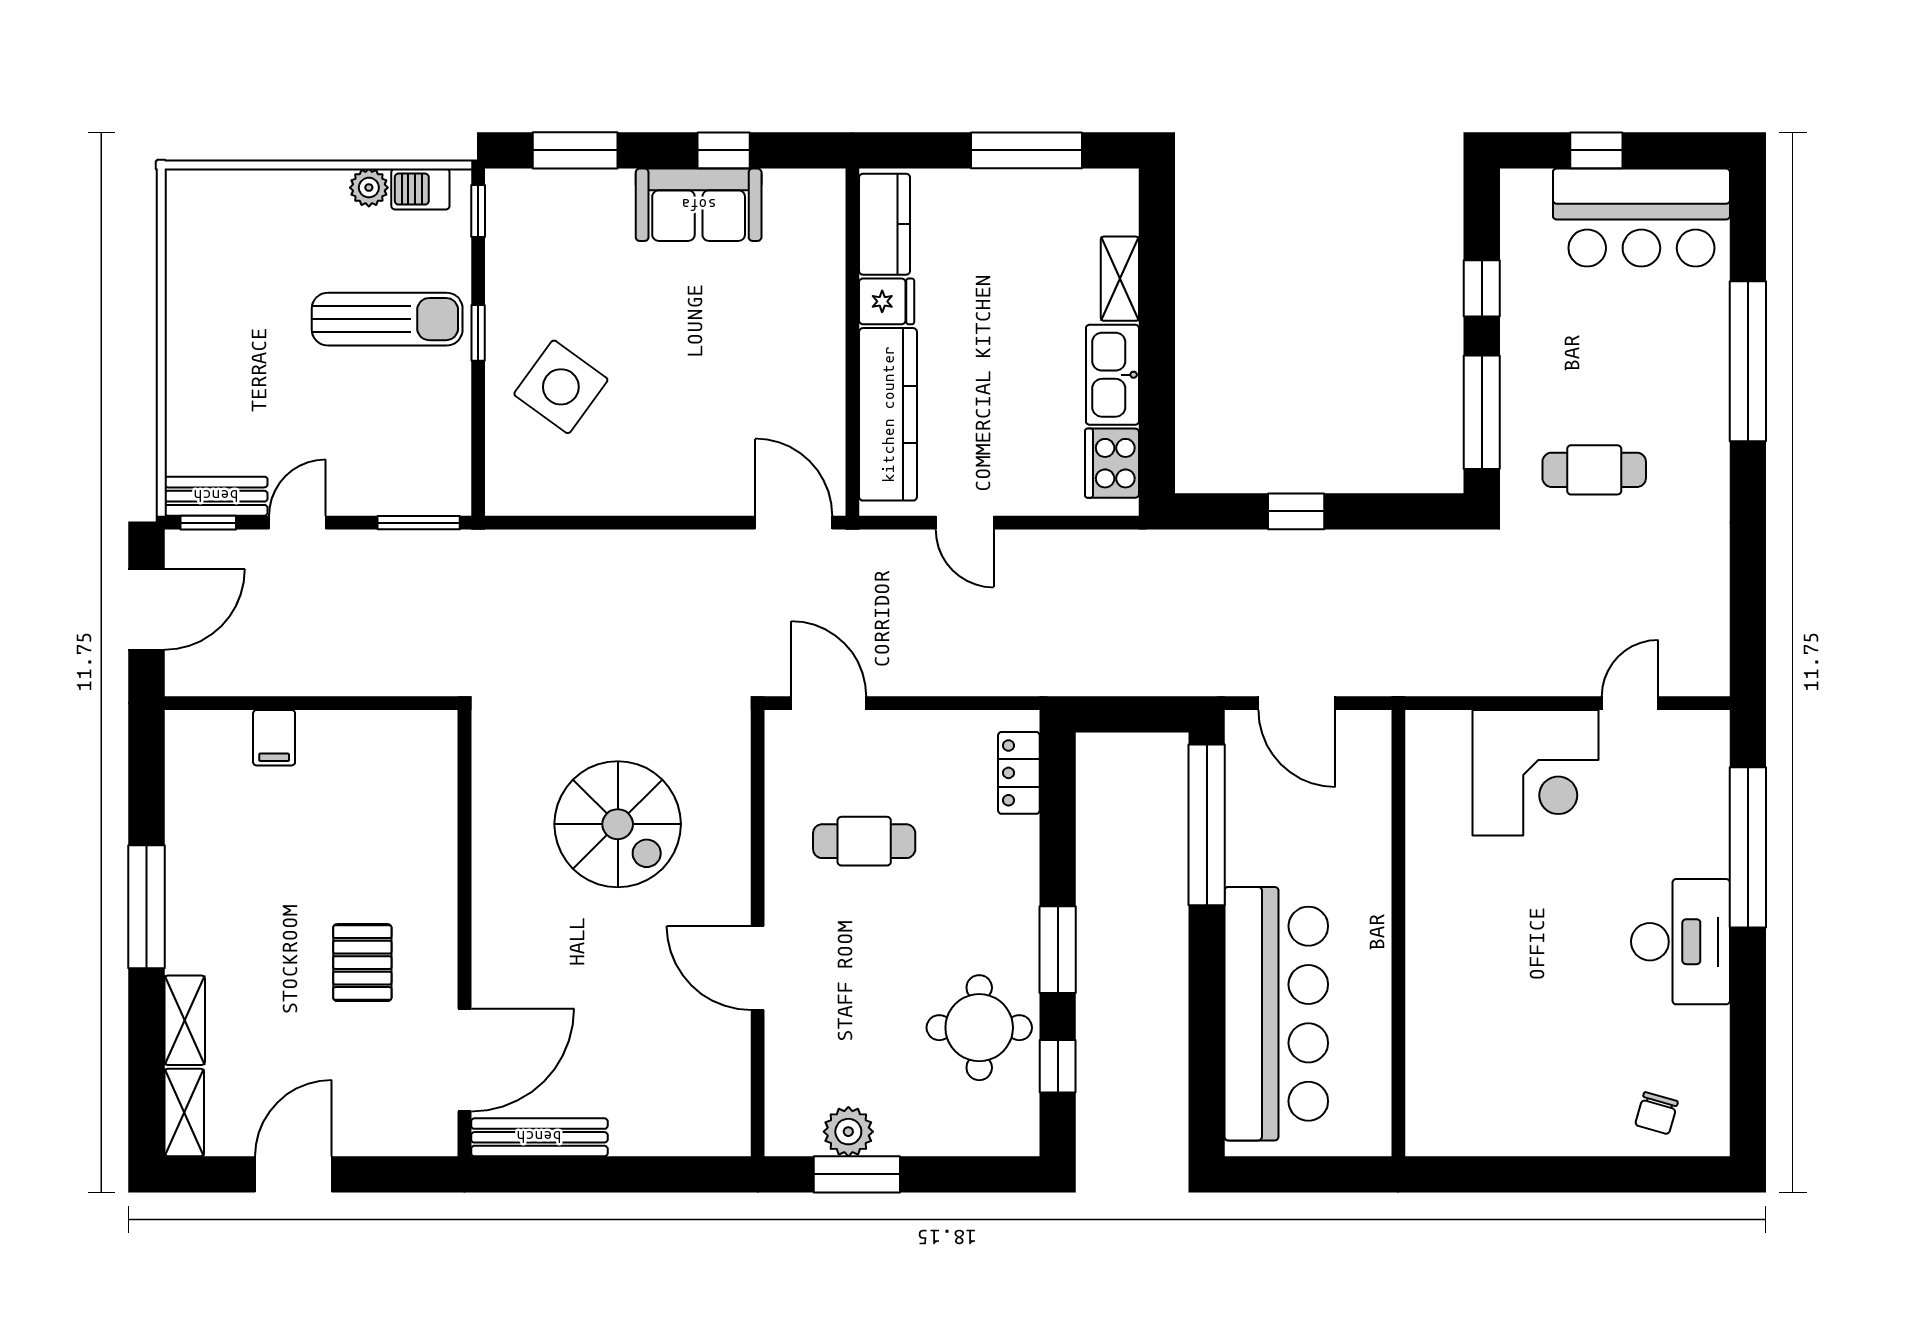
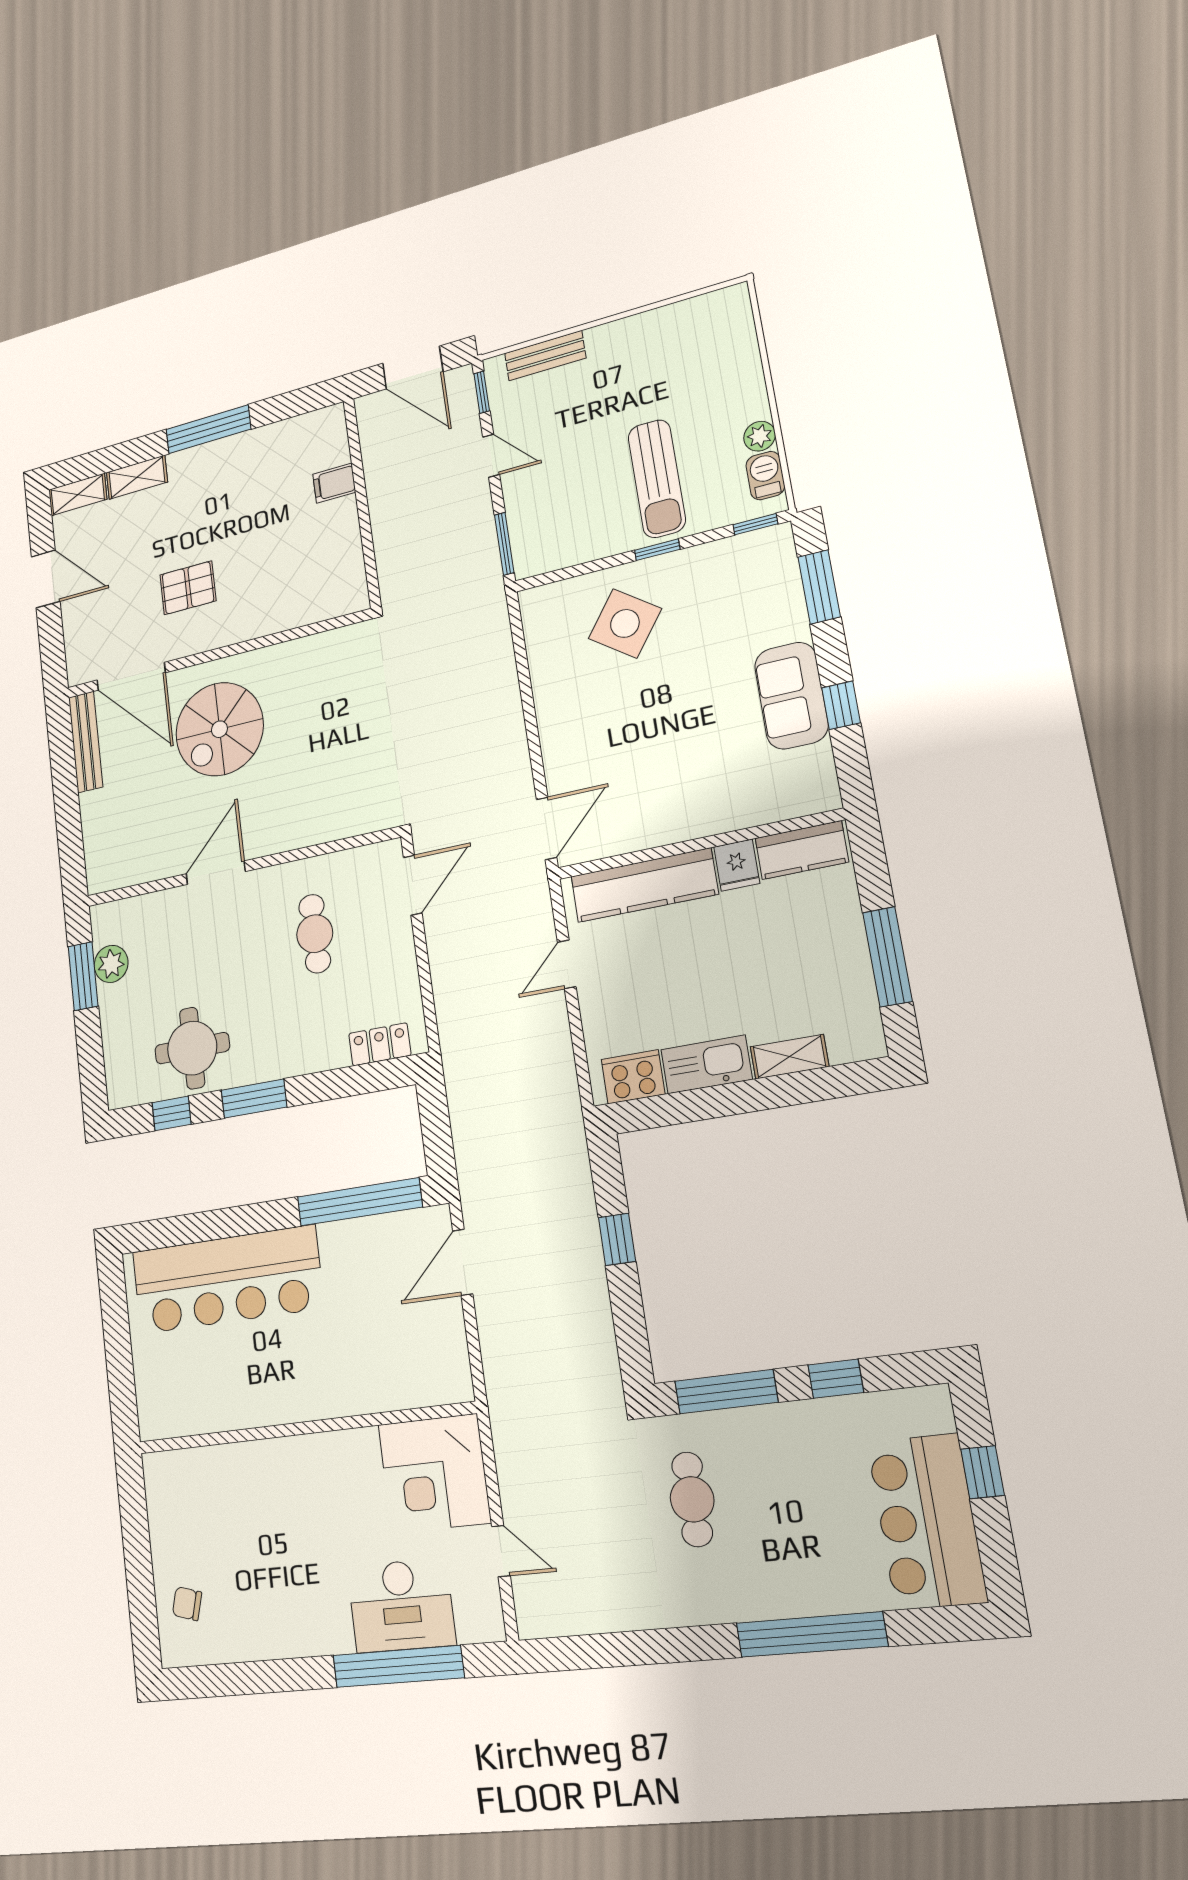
bench: (216, 496) -> (545, 356), moved, turned 90
spiral stairs: (618, 824) -> (219, 729), moved
wall: (1398, 933) -> (303, 1428), moved
desk: (1681, 942) -> (401, 1606), moved

